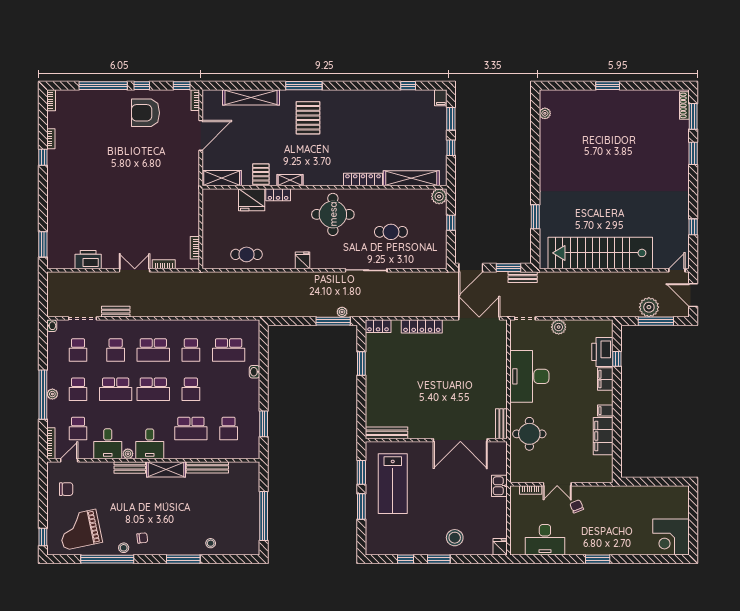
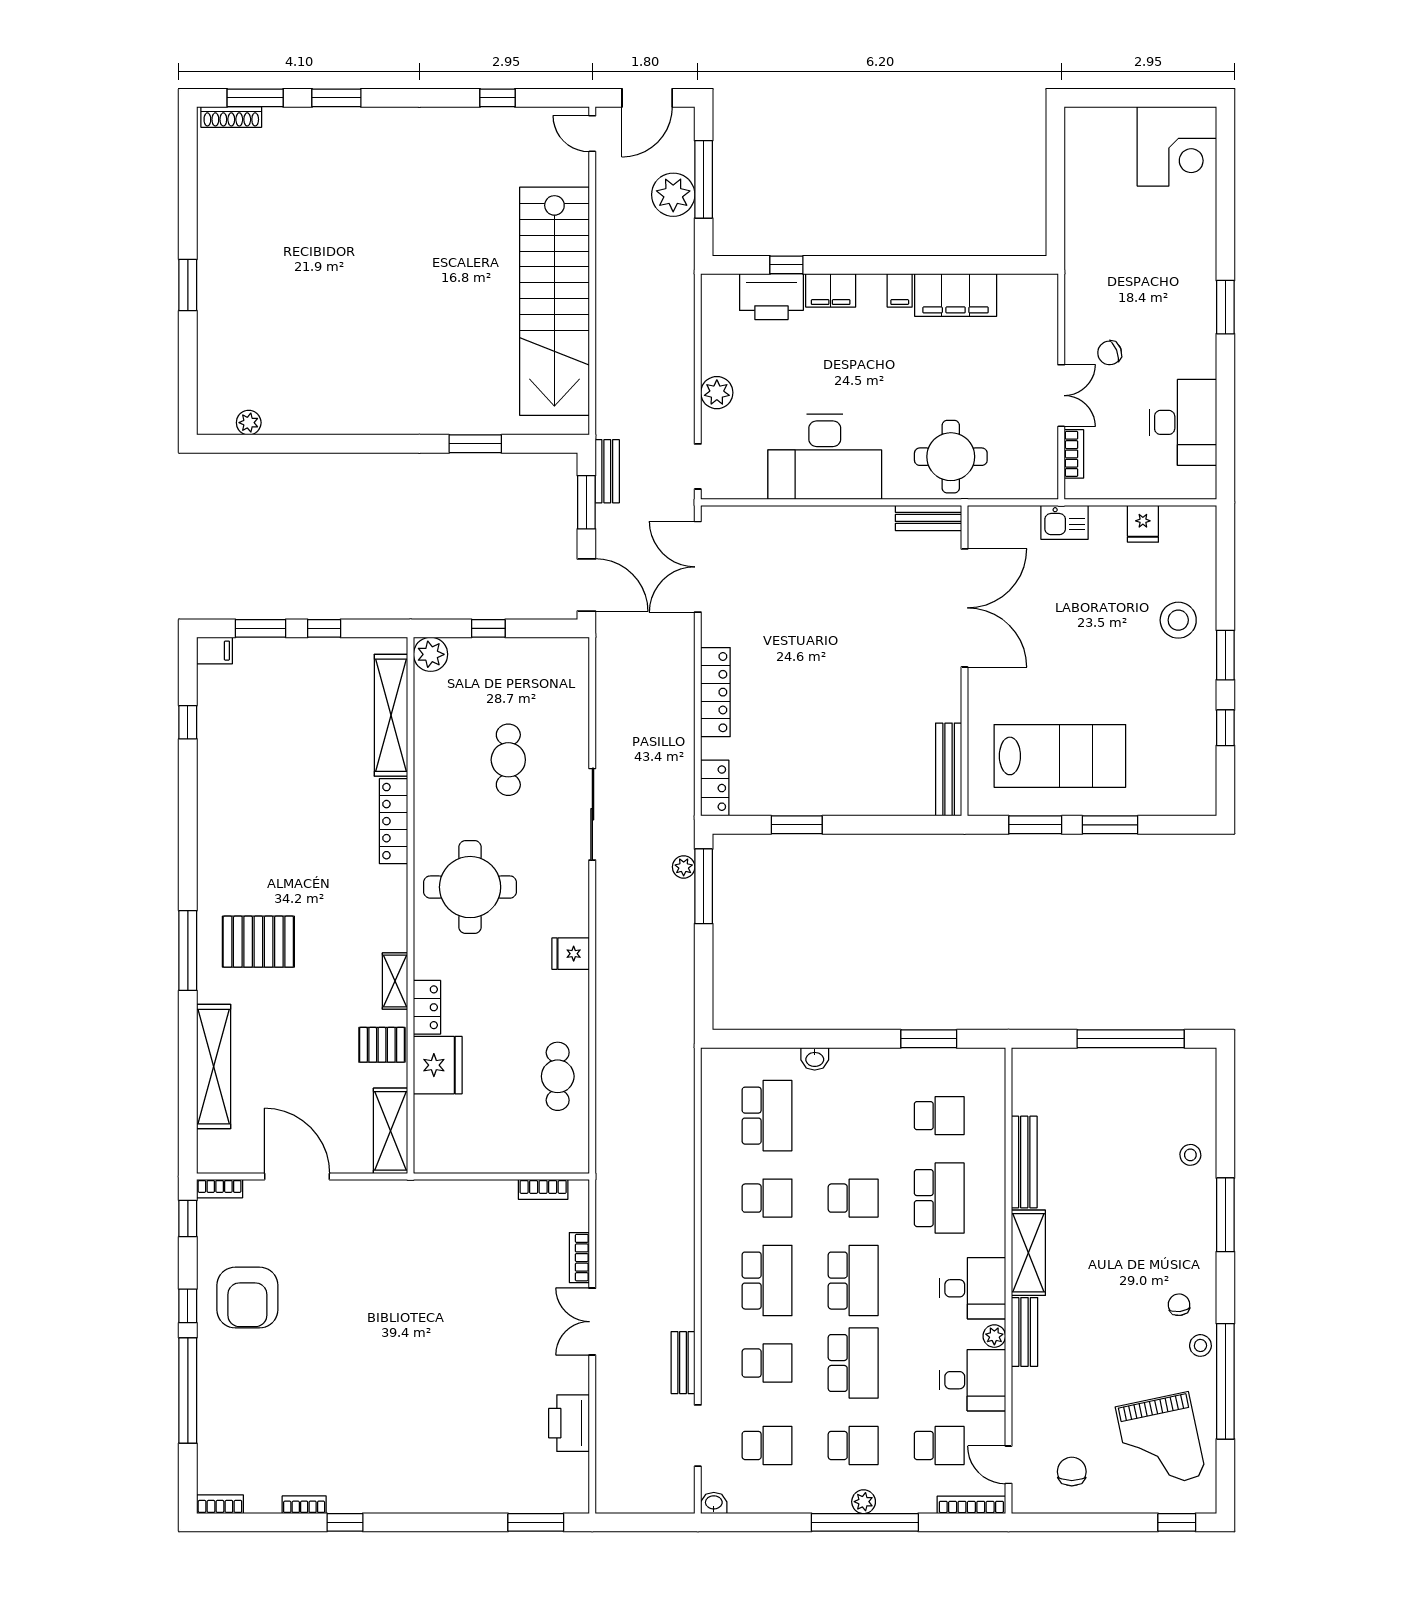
fridge: (500, 547) -> (1143, 524), moved, turned -90

